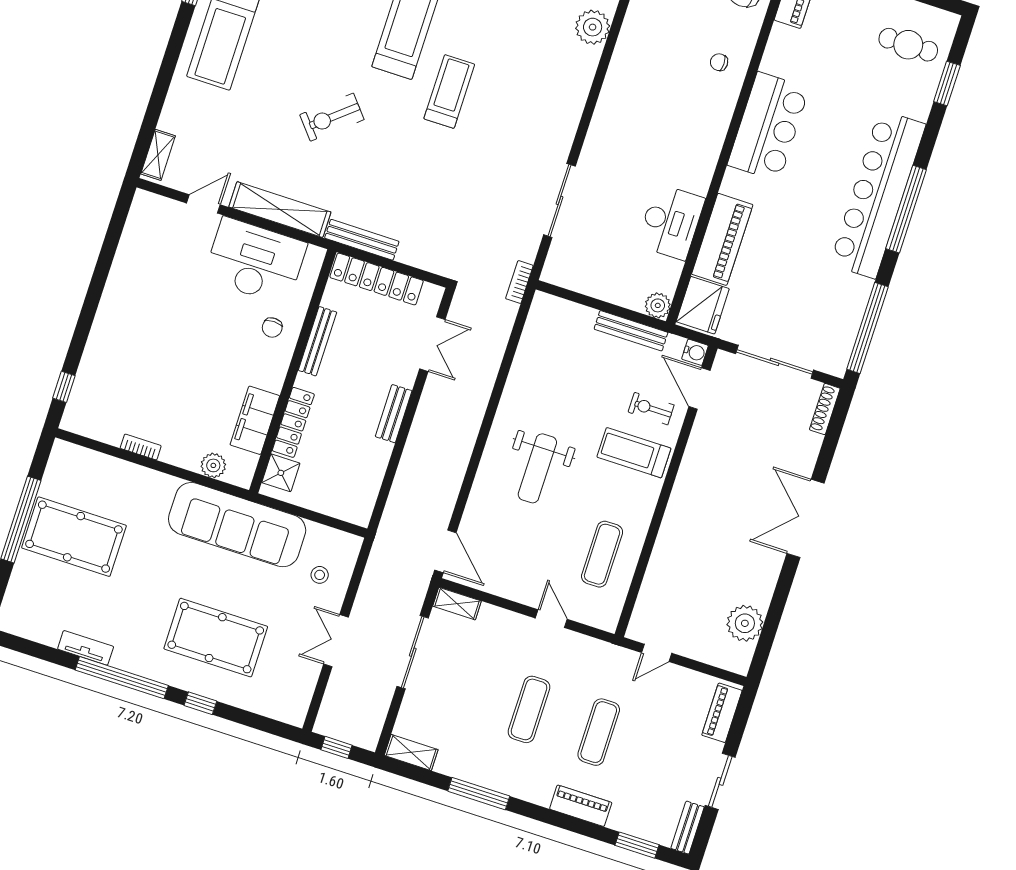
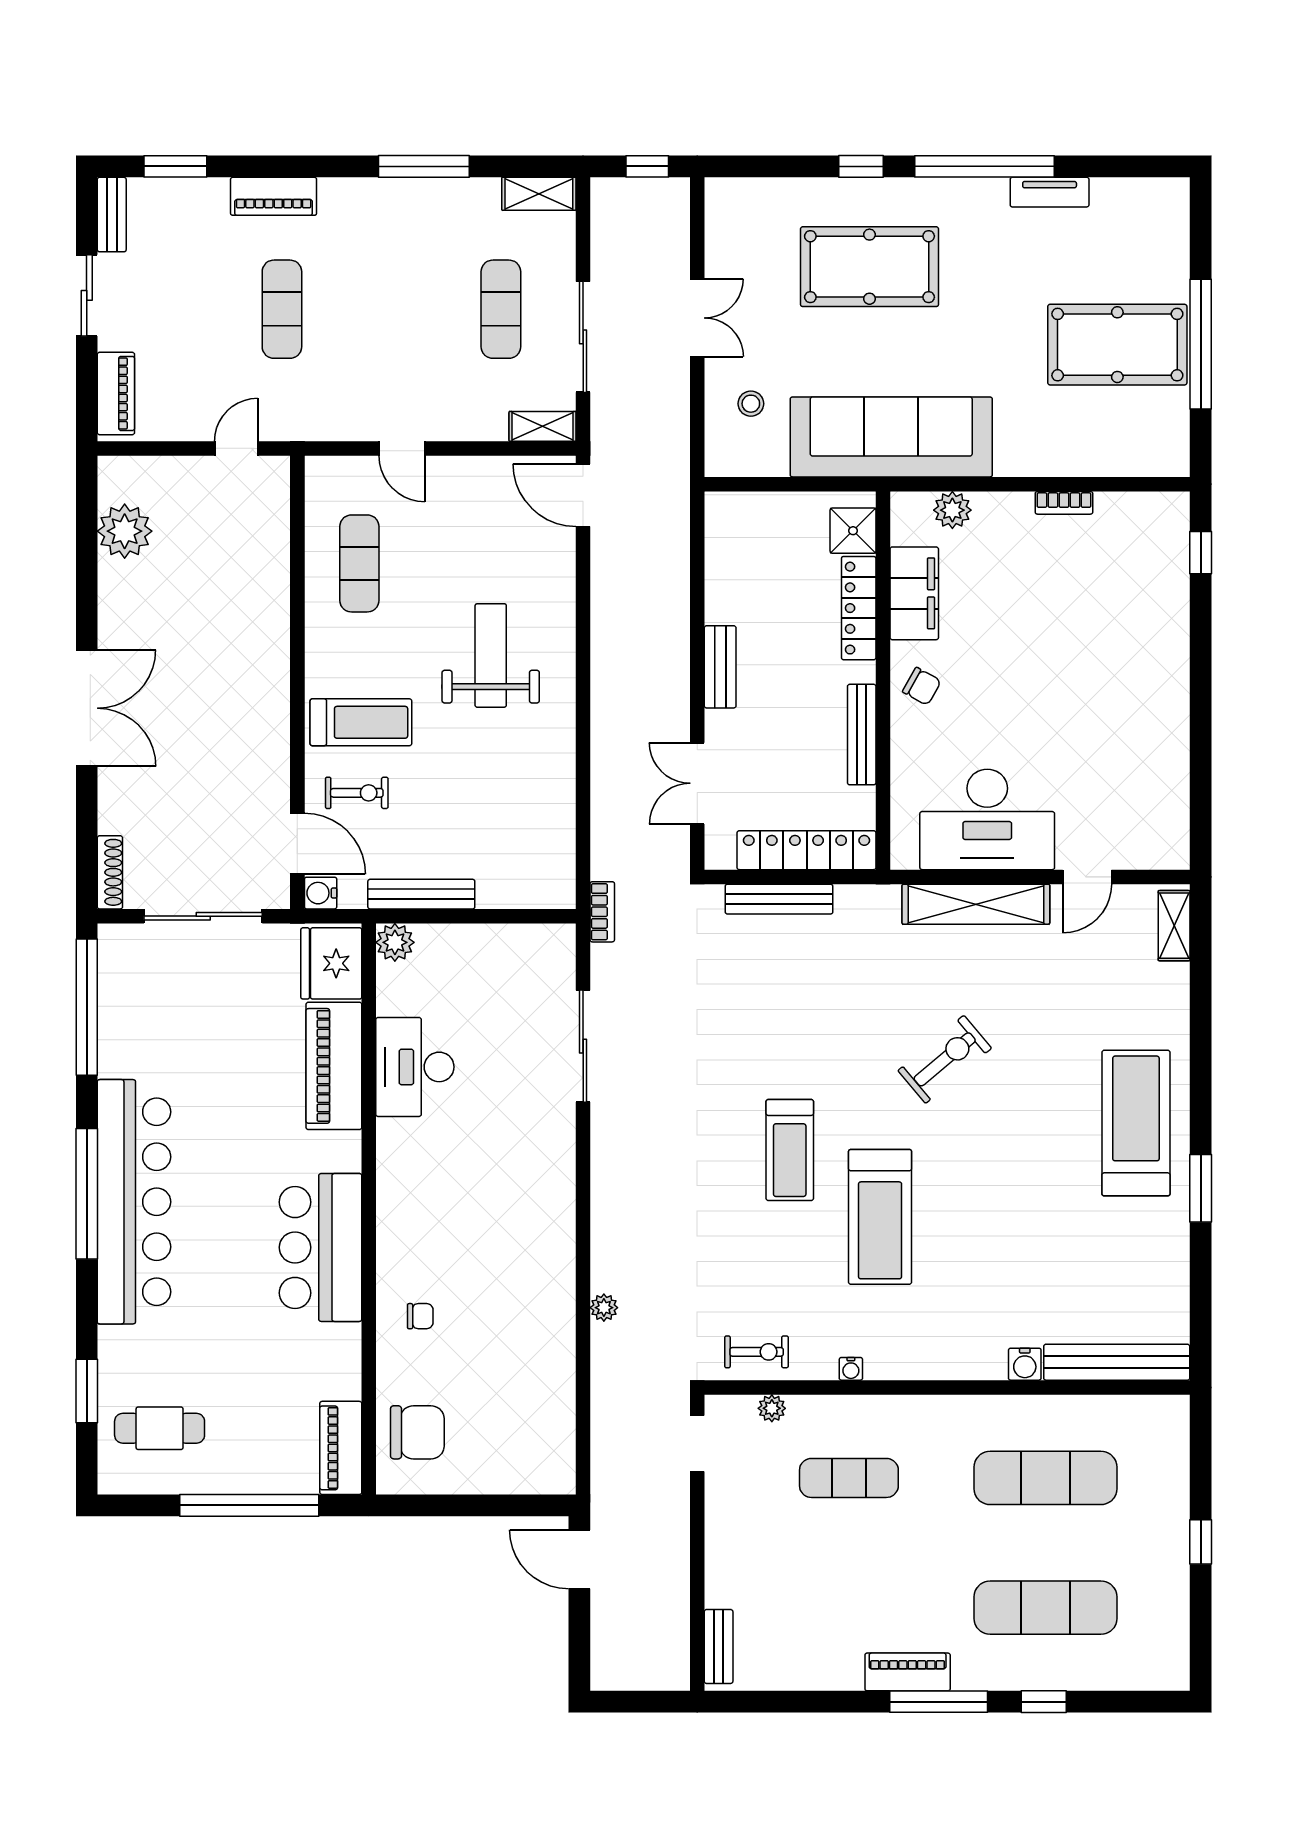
plant: (593, 27) -> (604, 1308), width x0.53, depth x0.53
bench: (362, 240) -> (779, 899), moved
chair: (272, 328) -> (922, 686), moved, turned 119
exercise mat: (529, 709) -> (501, 309), moved

